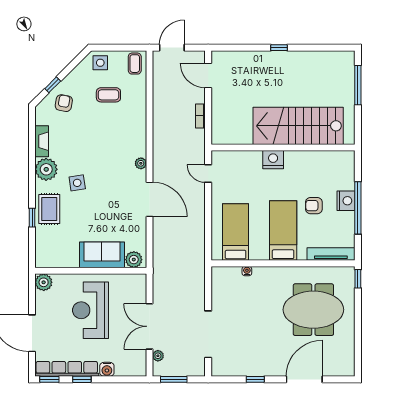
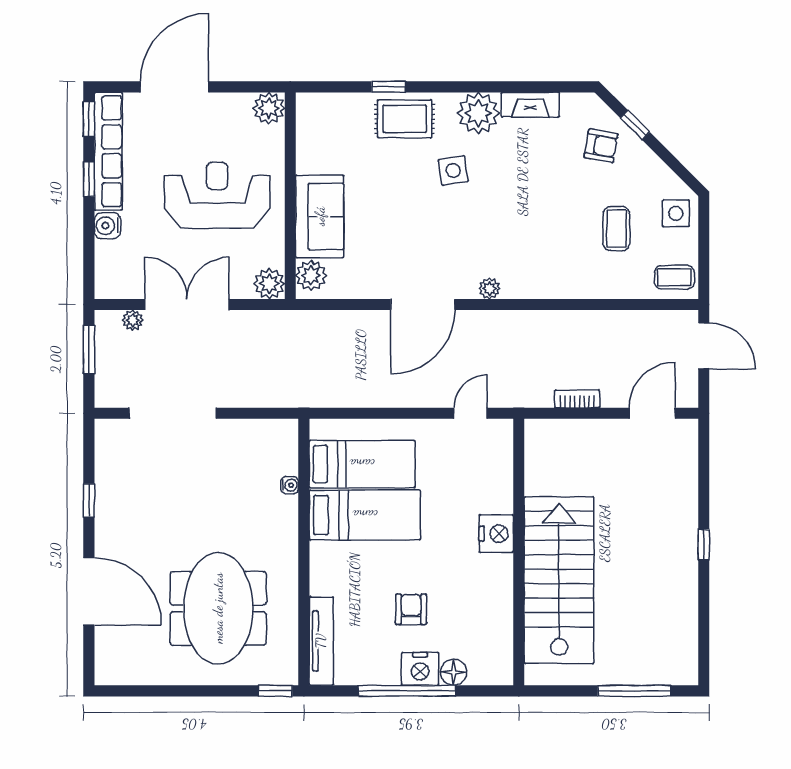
floor lamp: (348, 183) -> (454, 672), added
bed: (283, 230) -> (365, 515), moved
plant: (138, 282) -> (269, 284), added

